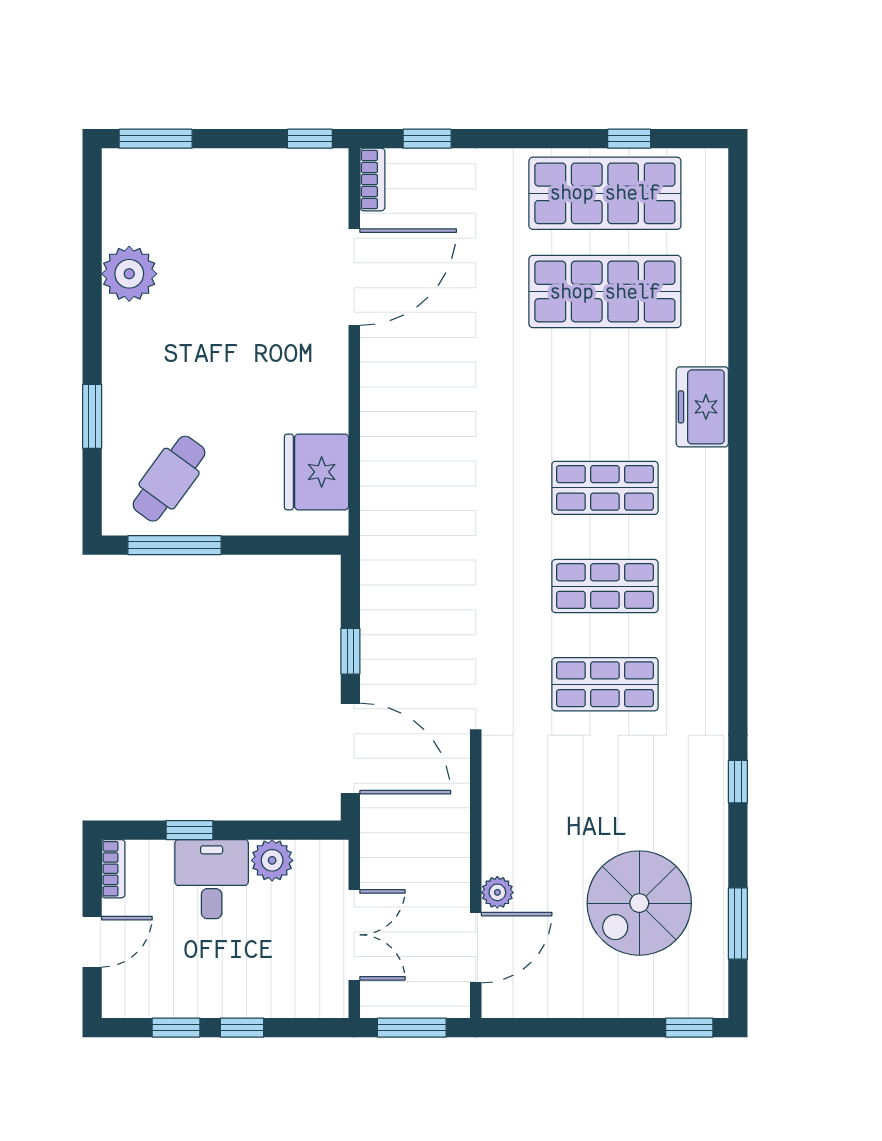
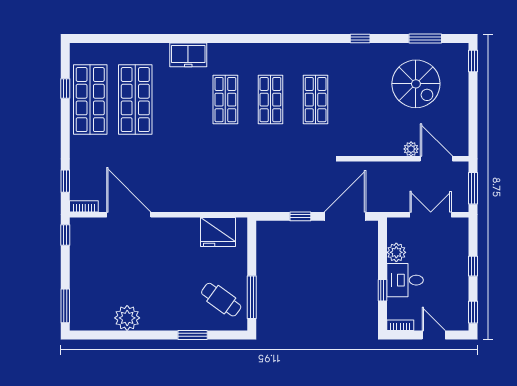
window: (176, 1028) -> (473, 312), moved

